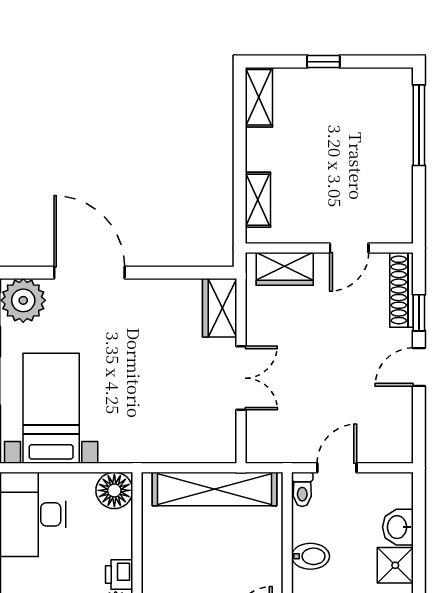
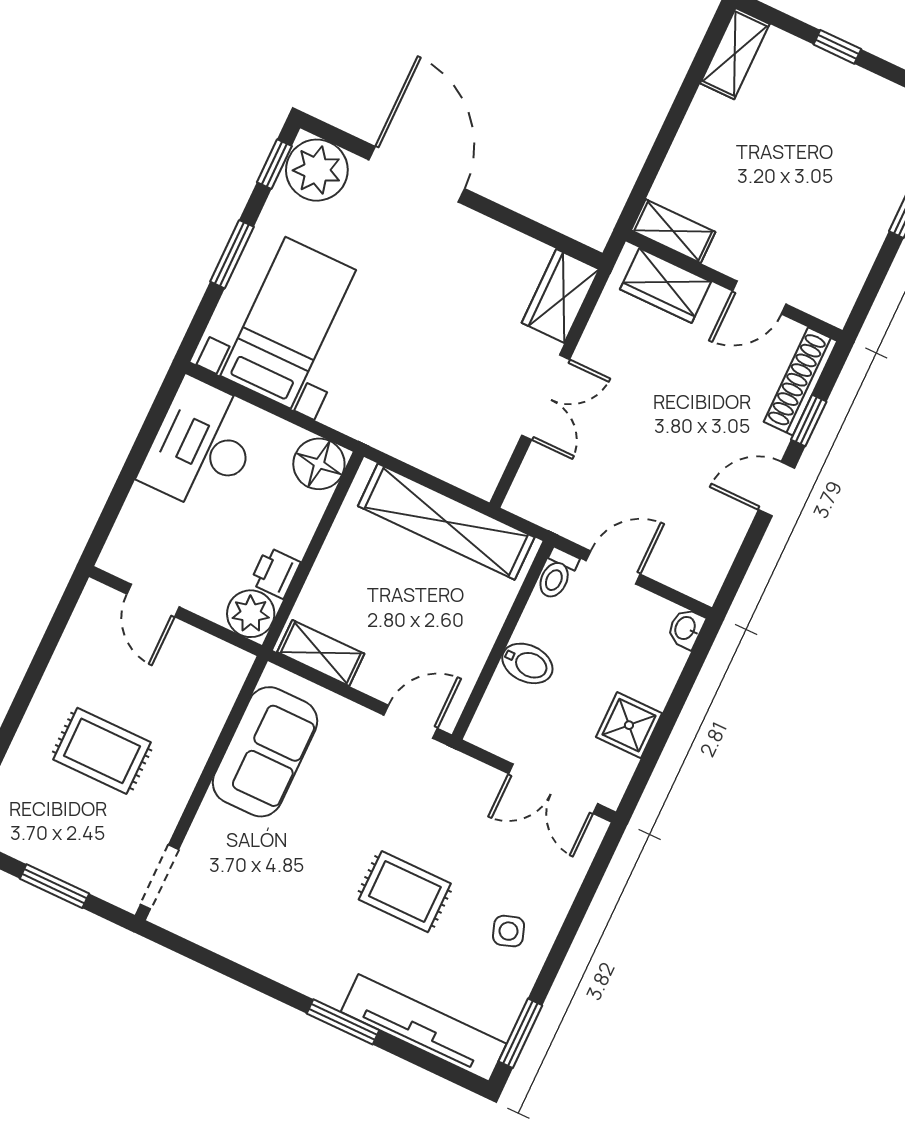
shelving: (258, 200) -> (673, 231), moved, turned 90
washbasin: (398, 527) -> (686, 628), moved, width x0.72, depth x0.69

